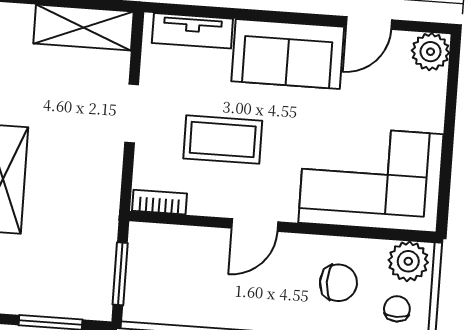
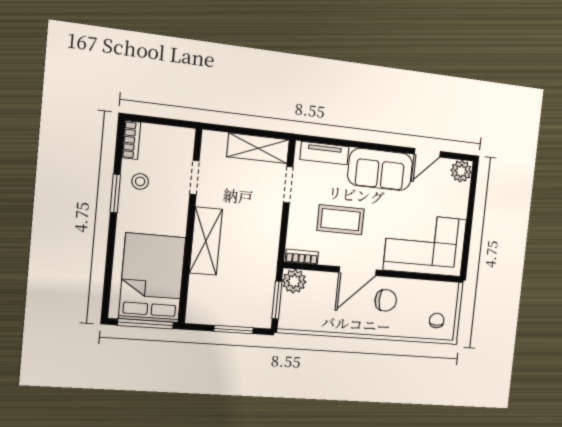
doorway: (132, 113) -> (288, 185), moved
door: (255, 225) -> (358, 271), width x1.38
plant: (408, 261) -> (294, 281), moved
chair: (338, 283) -> (386, 300), moved

